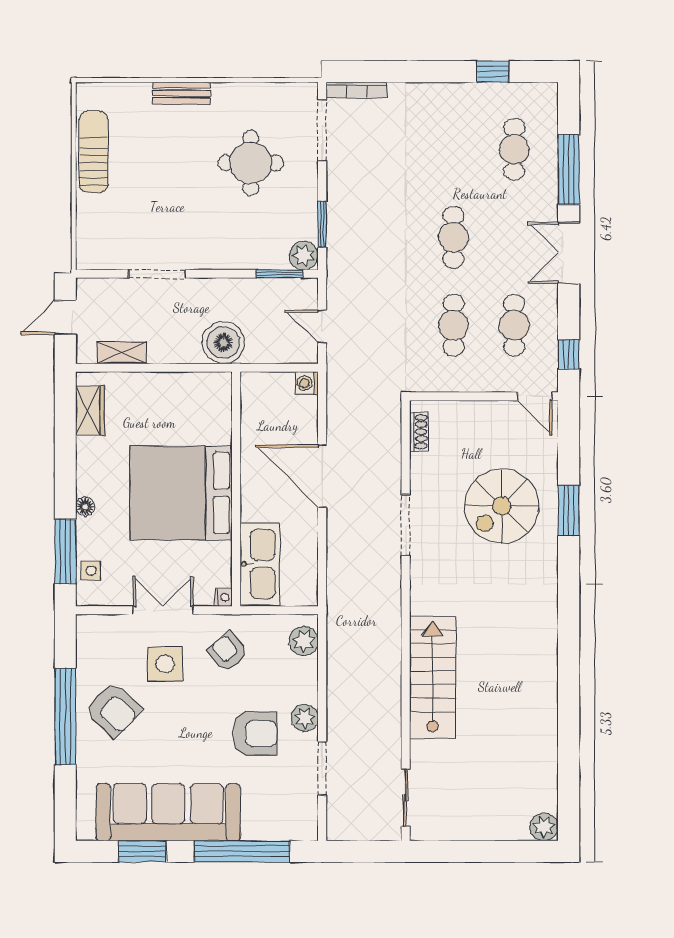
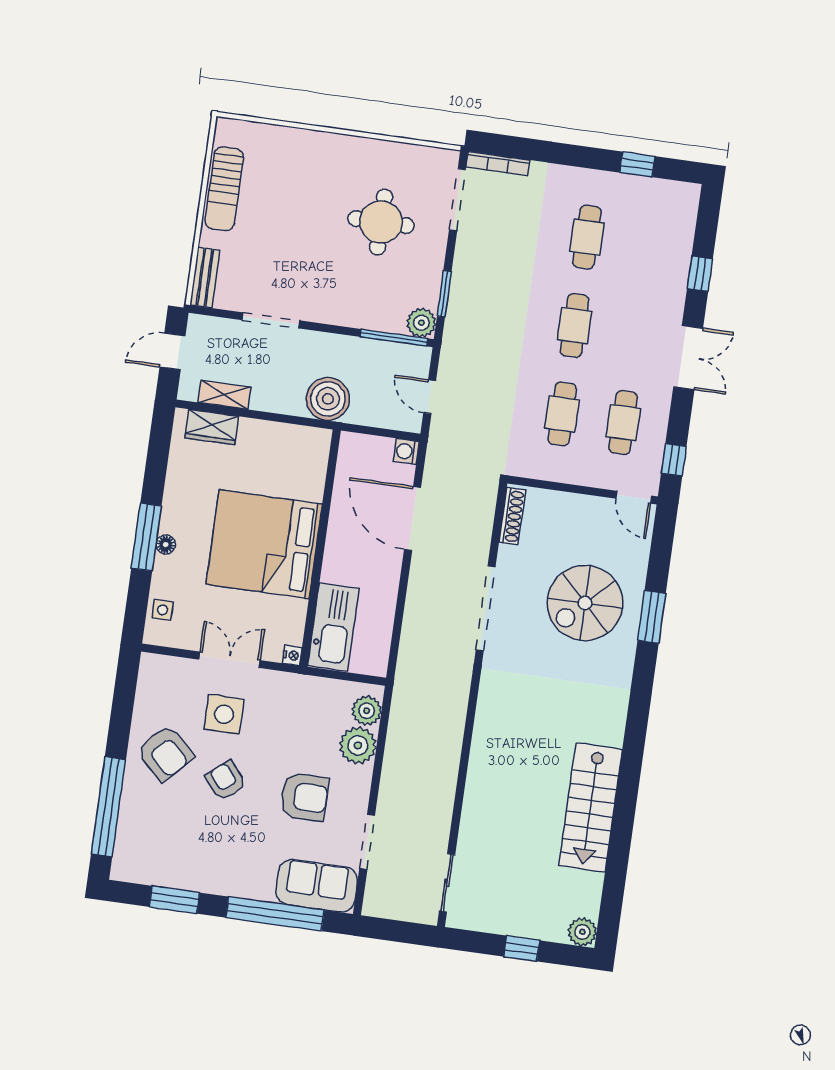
bench: (181, 93) -> (205, 278), moved, turned 90
cafe table: (514, 149) -> (587, 237), moved
sun lounger: (94, 152) -> (224, 189), turned 180
window: (569, 170) -> (700, 274), width x0.46
double door: (569, 253) -> (688, 358), swing flipped
window: (279, 274) -> (394, 338), width x1.44
wardrobe: (90, 411) -> (212, 427), moved, turned 90
shoe rack: (419, 432) -> (512, 516), width x1.43
door: (322, 476) -> (413, 519), moved
doorway: (406, 525) -> (486, 608), width x1.36
window: (65, 552) -> (146, 537), moved
armchair: (228, 652) -> (226, 781), moved
stairs: (433, 677) -> (591, 807), moved, turned 180
window: (65, 717) -> (108, 807), moved
plant: (305, 718) -> (358, 745), moved, width x1.36, depth x1.36
sofa: (168, 812) -> (317, 886), moved, width x0.54, depth x0.79
window: (487, 851) -> (522, 948), added

